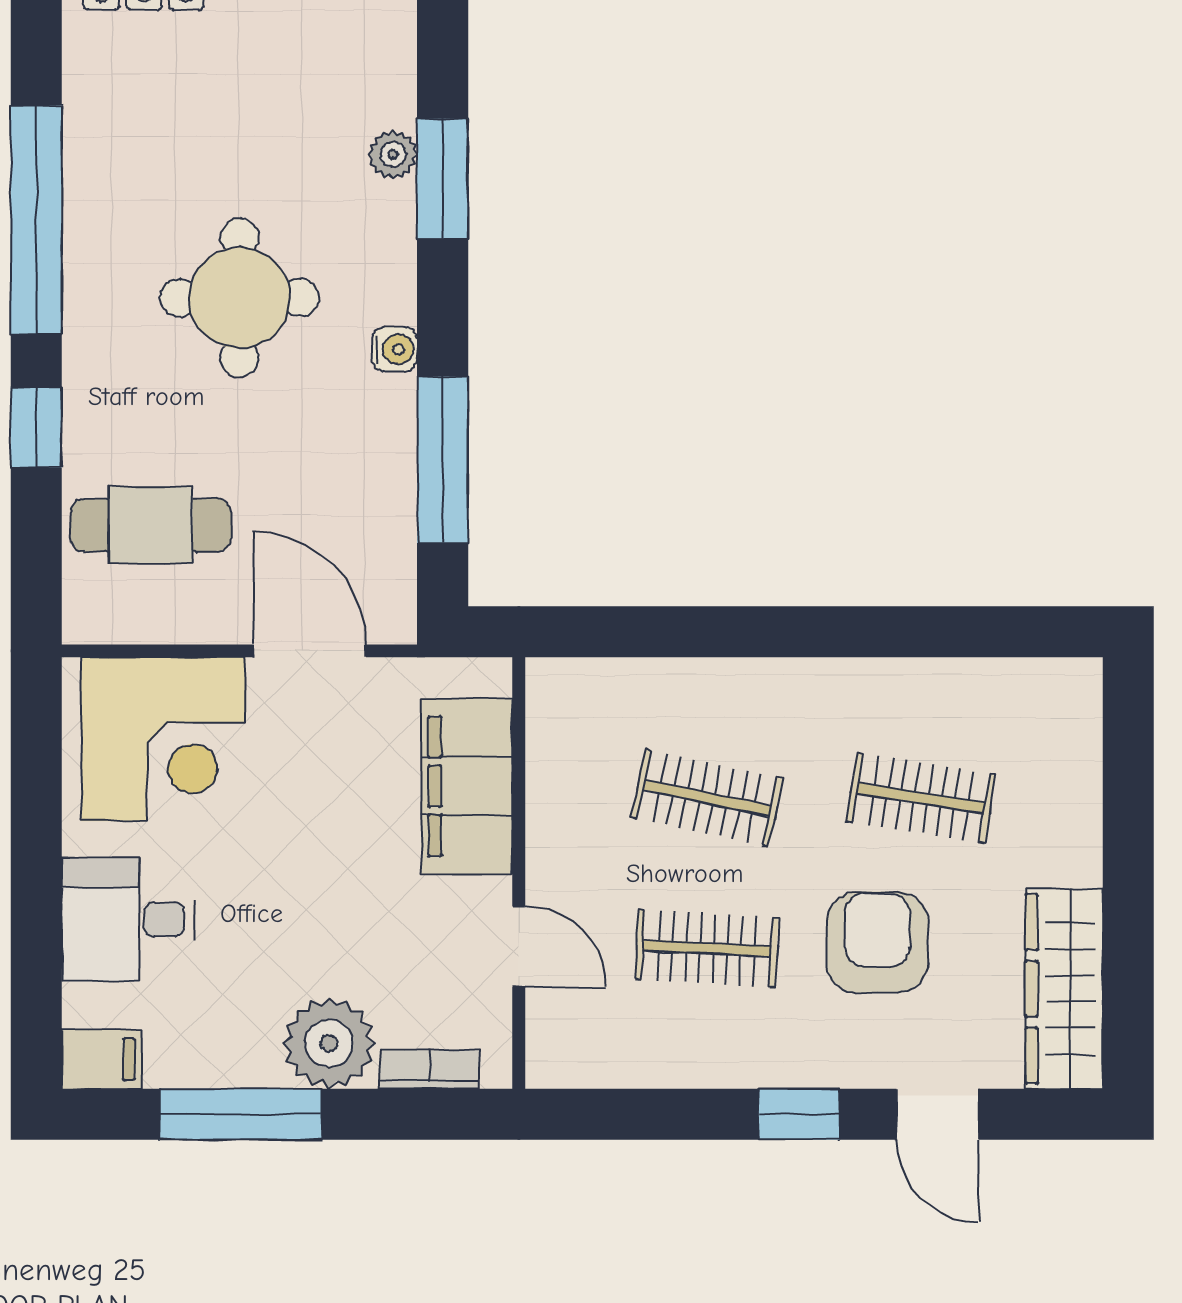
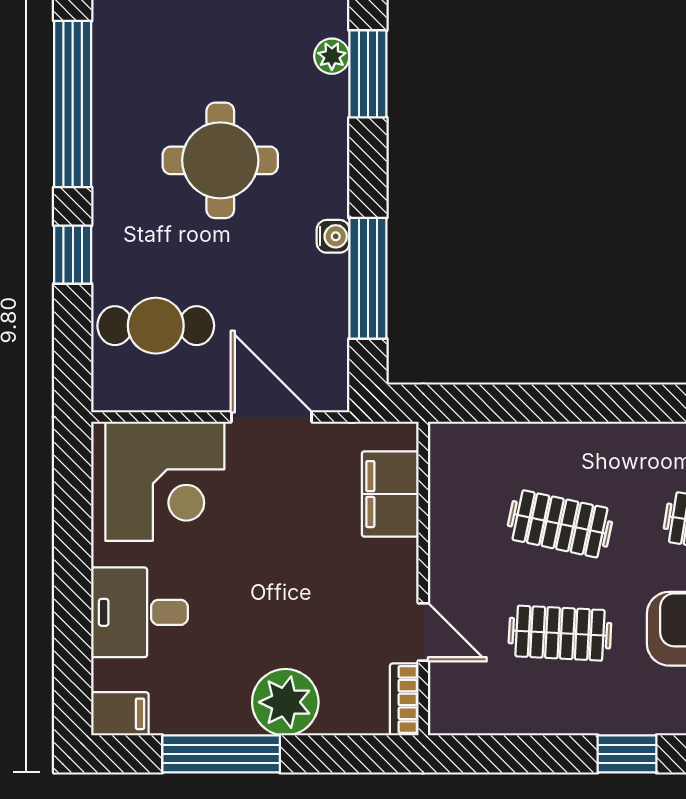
water cooler: (395, 349) -> (333, 236), moved
filing cabinet: (467, 786) -> (390, 494), width x0.67, depth x0.86
bookcase: (429, 1069) -> (404, 699), moved, turned -90

